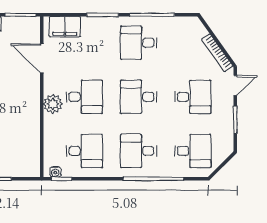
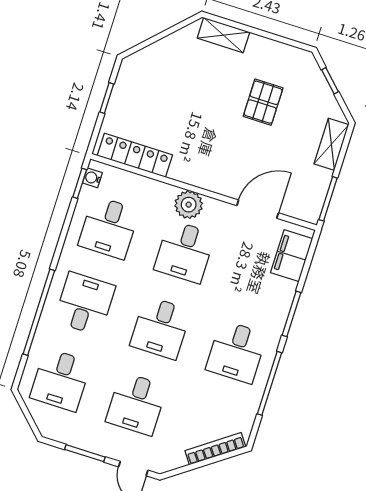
desk: (139, 43) -> (236, 352), turned 180
bookcase: (217, 53) -> (215, 449), moved
desk: (139, 97) -> (161, 328), turned 180
locker: (32, 149) -> (135, 155), added

